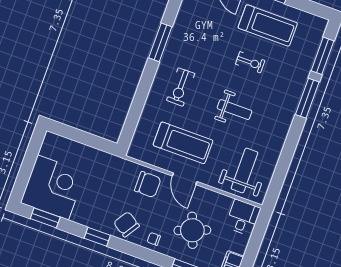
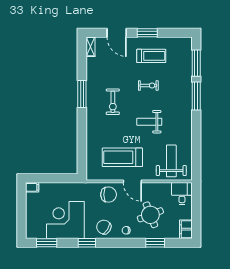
treadmill: (268, 25) -> (151, 56), width x0.73, depth x0.73
exercise bike: (181, 87) -> (113, 102), moved
weight bench: (235, 110) -> (149, 122), turned 180
filing cabinet: (53, 140) -> (32, 187), added
treadmill: (183, 143) -> (122, 157), turned 180
corner desk: (53, 187) -> (65, 220), moved, turned -90

